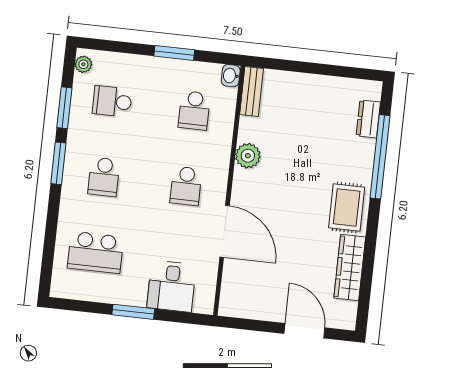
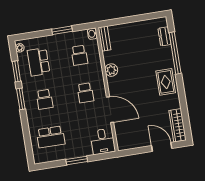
school desk: (112, 101) -> (39, 62), width x1.85
wardrobe: (350, 268) -> (178, 125), moved
desk: (172, 286) -> (103, 141), moved

